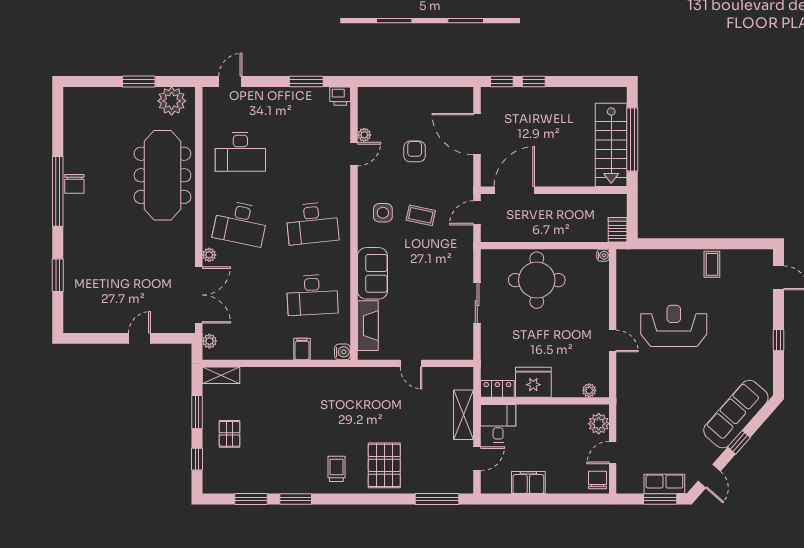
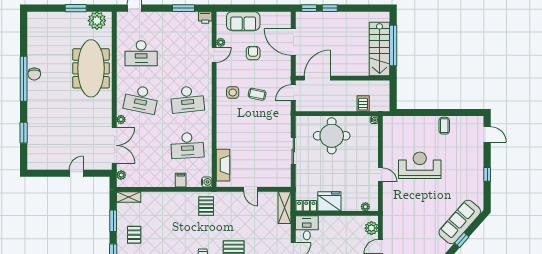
server rack: (618, 230) -> (363, 103), moved
sofa: (372, 273) -> (243, 21), moved, turned 90
pallet: (342, 389) -> (206, 206), added
shelving: (464, 415) -> (285, 208), moved

